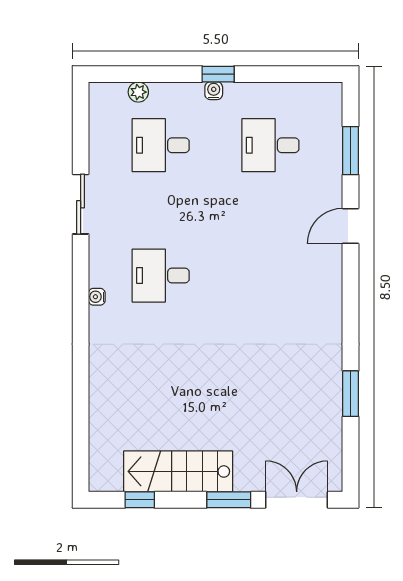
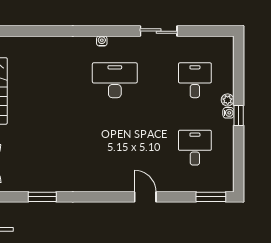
plant: (138, 92) -> (228, 100), moved
window: (351, 151) -> (211, 197), moved
desk: (161, 276) -> (115, 80), width x1.37

